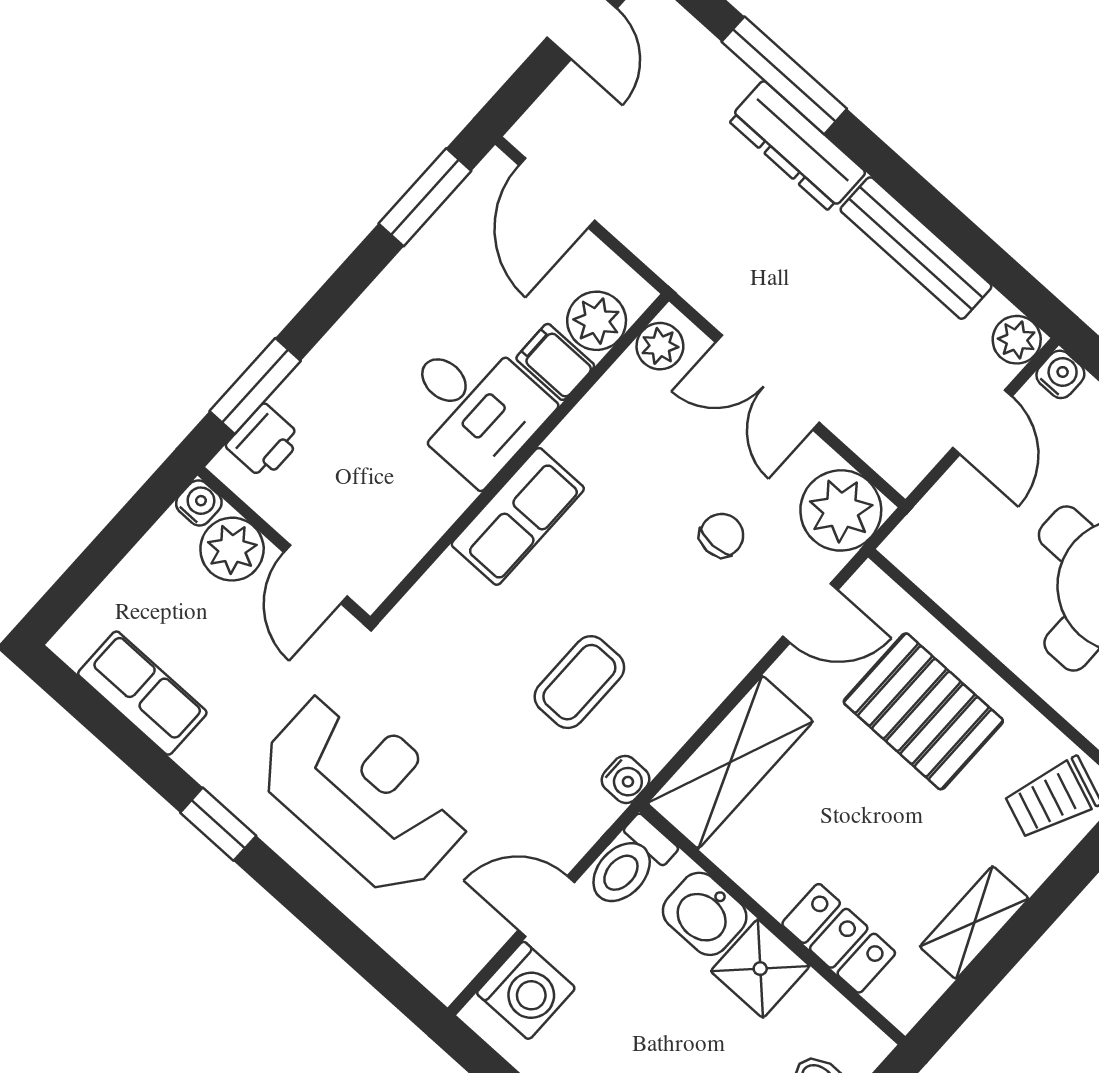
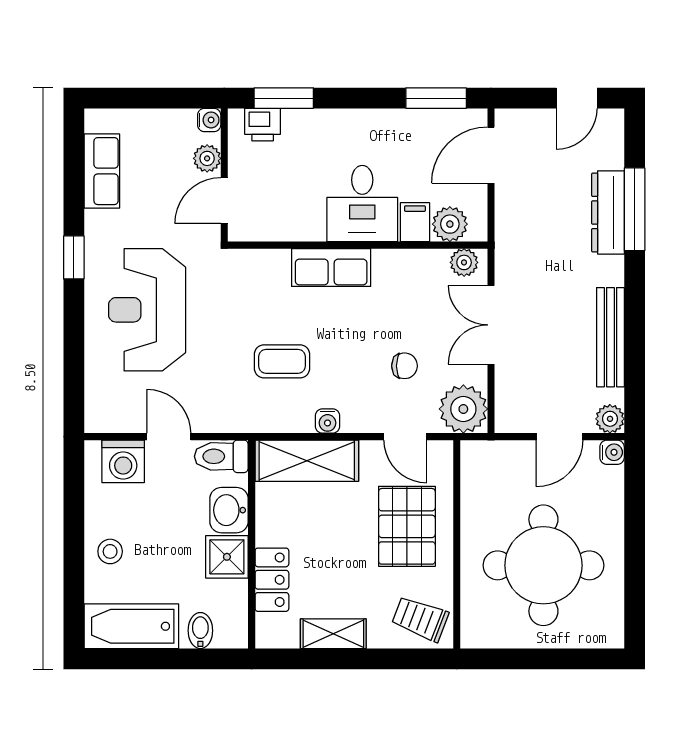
dresser: (797, 146) -> (608, 212), moved
plant: (232, 549) -> (207, 158), width x0.73, depth x0.73
water cooler: (626, 779) -> (328, 421), moved
reception desk: (365, 792) -> (147, 310), turned 180

